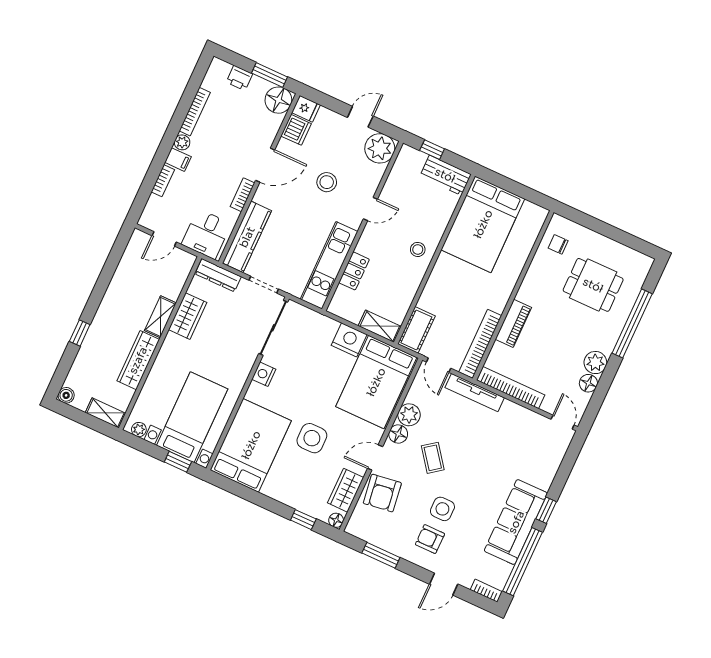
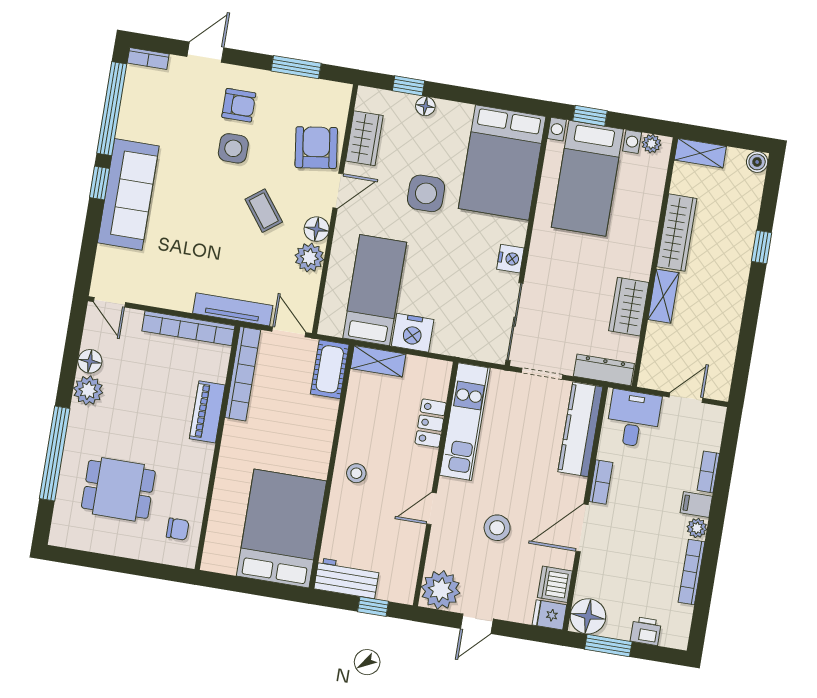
bed: (376, 382) -> (375, 290), width x0.67
floor lamp: (336, 520) -> (425, 106), moved
sofa: (516, 522) -> (128, 194), moved

